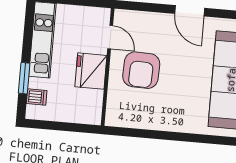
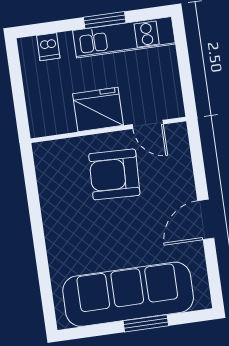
door: (110, 37) -> (148, 124), hinge flipped
window: (24, 78) -> (105, 20), moved

